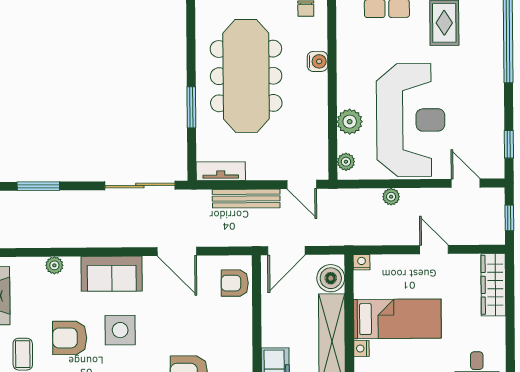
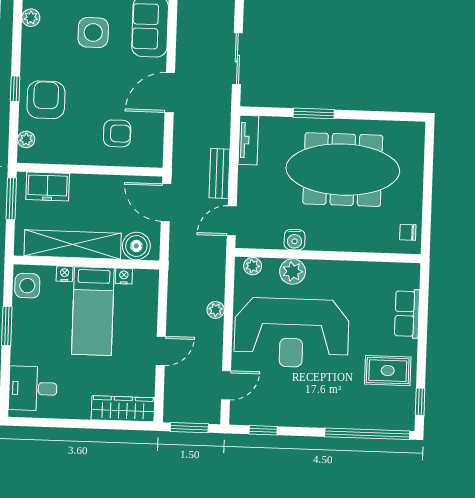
water cooler: (317, 61) -> (295, 240), moved
sliding door: (140, 185) -> (237, 59), width x0.73
bench: (246, 199) -> (219, 173), width x0.73
window: (509, 218) -> (189, 428), width x1.50
nightstand: (362, 262) -> (124, 276), moved, turned -90
armchair: (235, 283) -> (117, 133), moved, turned 90

